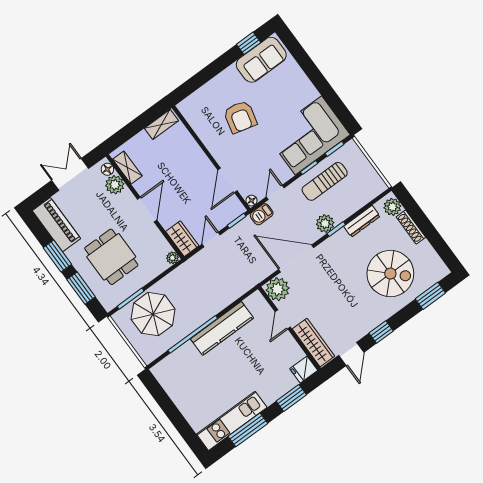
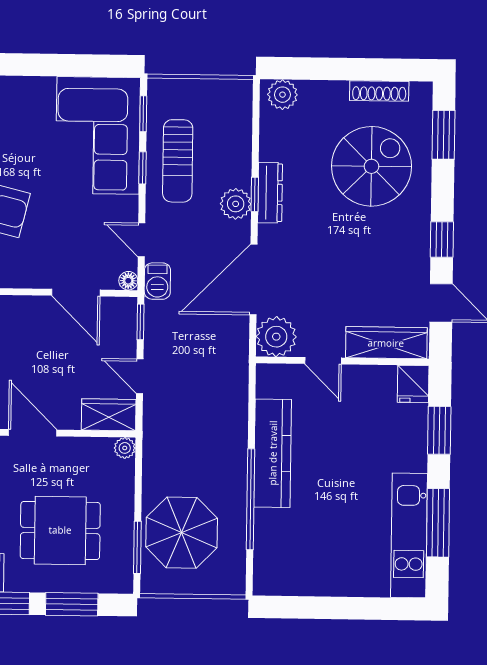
dresser: (362, 221) -> (270, 193), moved
shoe rack: (411, 227) -> (379, 91), moved

